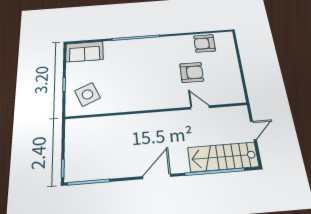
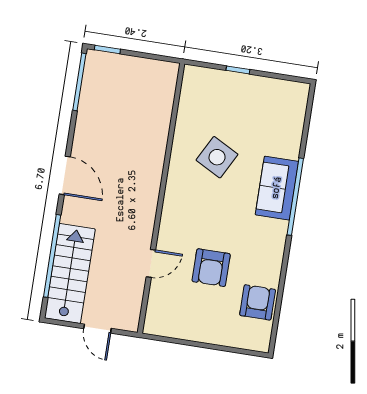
sofa: (85, 52) -> (277, 188), moved
side table: (87, 94) -> (217, 157), moved, turned -38

